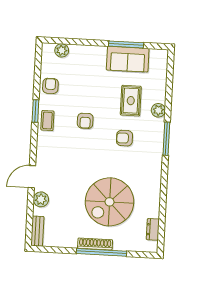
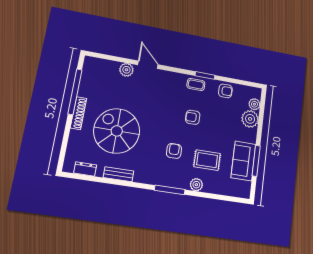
plant: (79, 55) -> (250, 119), added
bench: (37, 231) -> (119, 174), moved
window: (102, 252) -> (75, 92), moved

